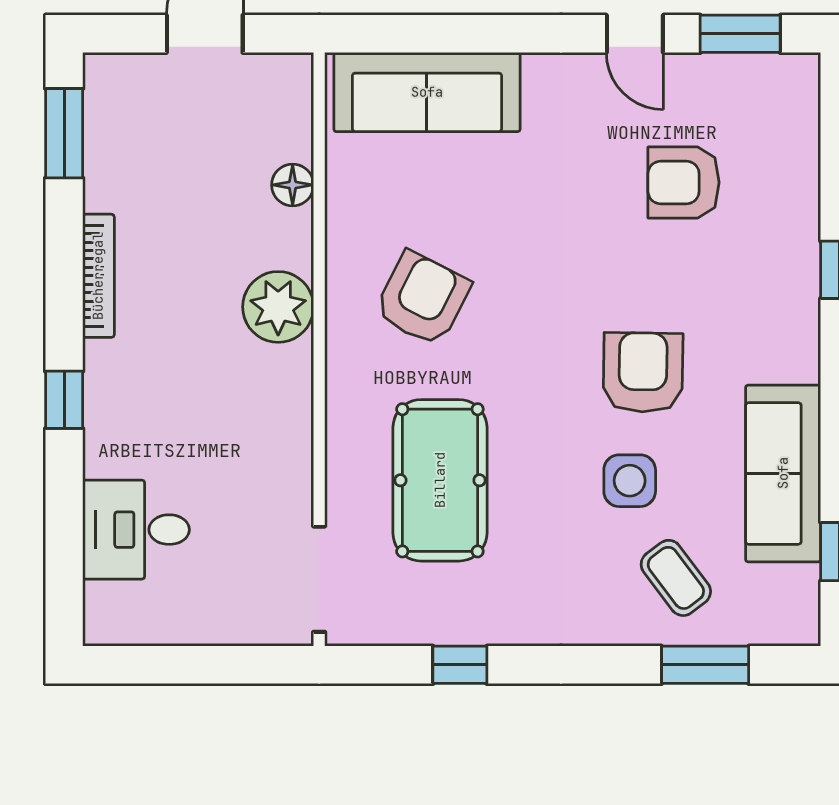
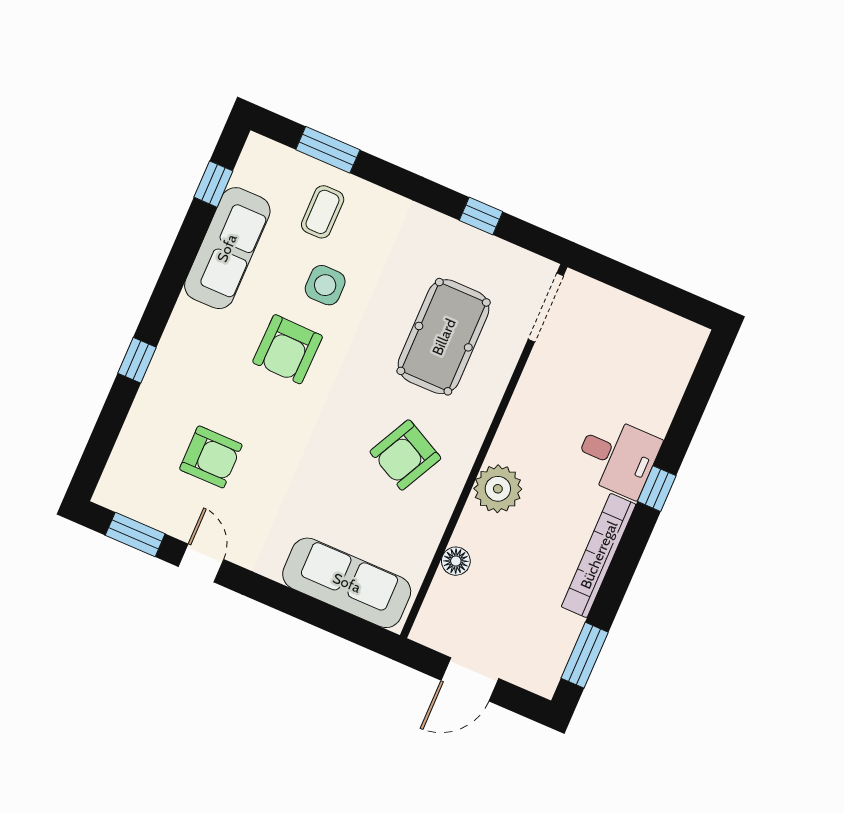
bookcase: (98, 276) -> (599, 555), width x1.48, depth x1.31
desk: (136, 530) -> (617, 456), moved
coffee table: (676, 578) -> (323, 212), turned 37

